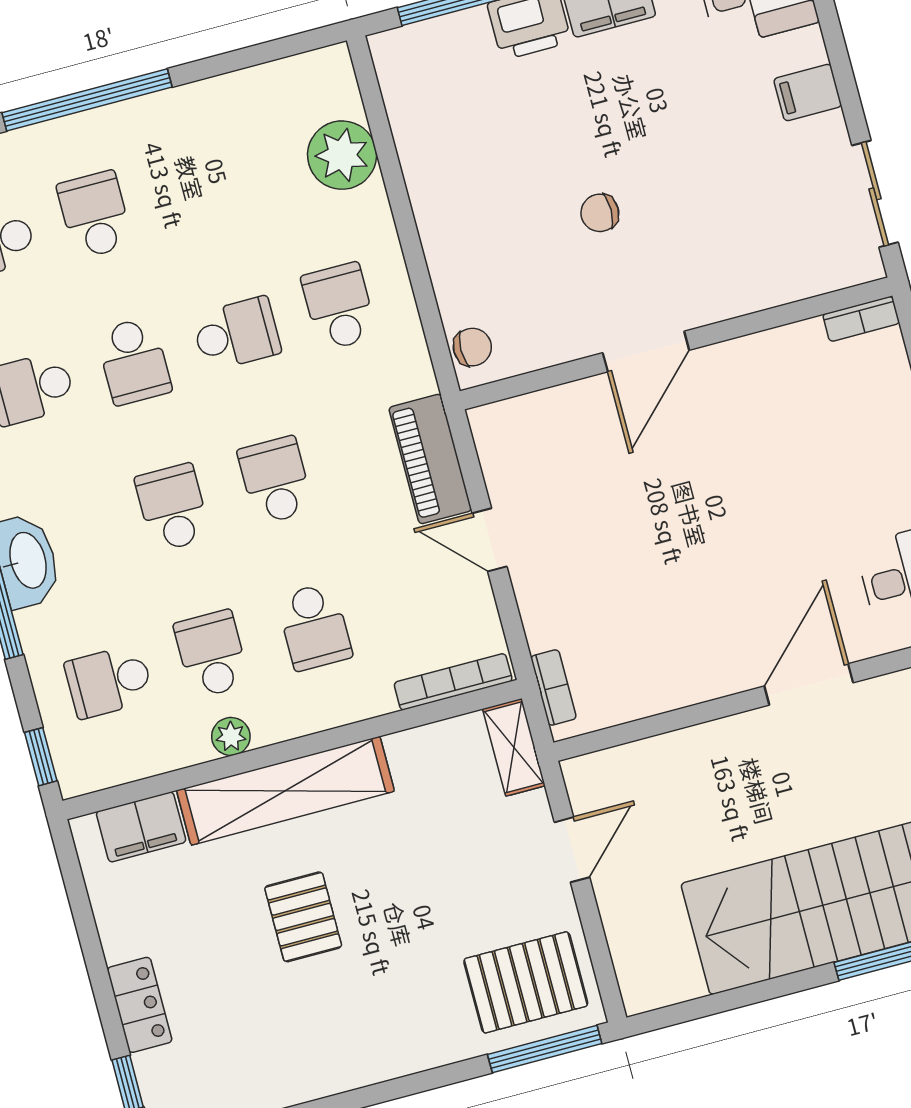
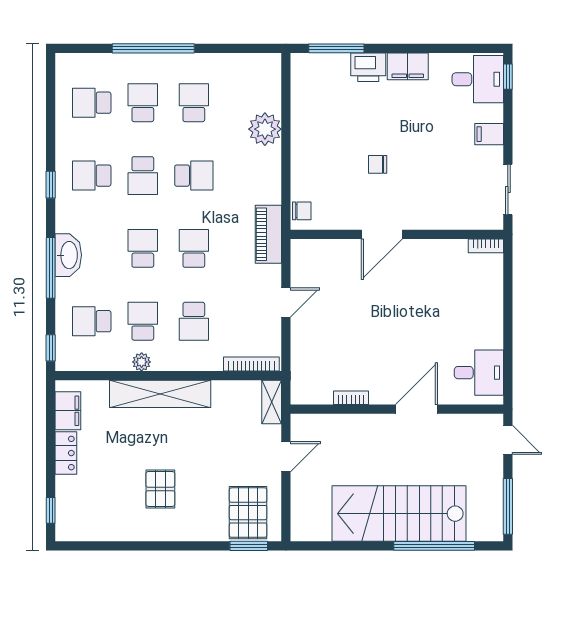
plant: (342, 155) -> (265, 129), moved
school desk: (339, 306) -> (194, 103), moved
piano: (430, 459) -> (268, 234), moved
door: (490, 540) -> (286, 303), swing flipped
bookcase: (553, 687) -> (351, 398), moved, turned -90
filing cabinet: (141, 827) -> (68, 411), moved, turned -90
pallet: (303, 917) -> (160, 489), moved
pallet: (526, 982) -> (248, 513), turned 90
locker: (140, 1005) -> (66, 453), moved
window: (545, 1049) -> (249, 546), width x0.69

